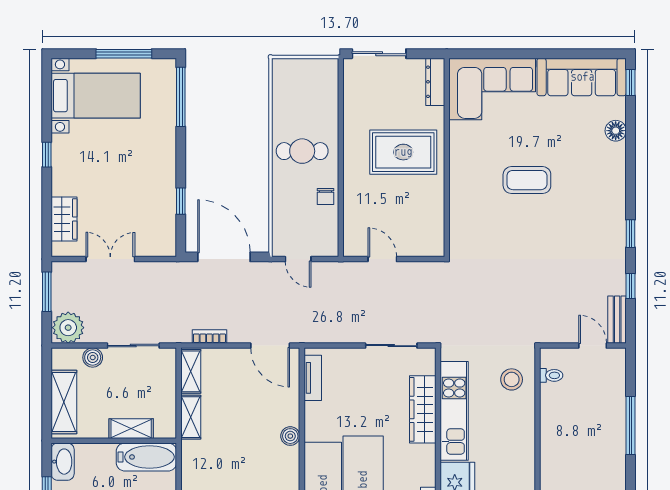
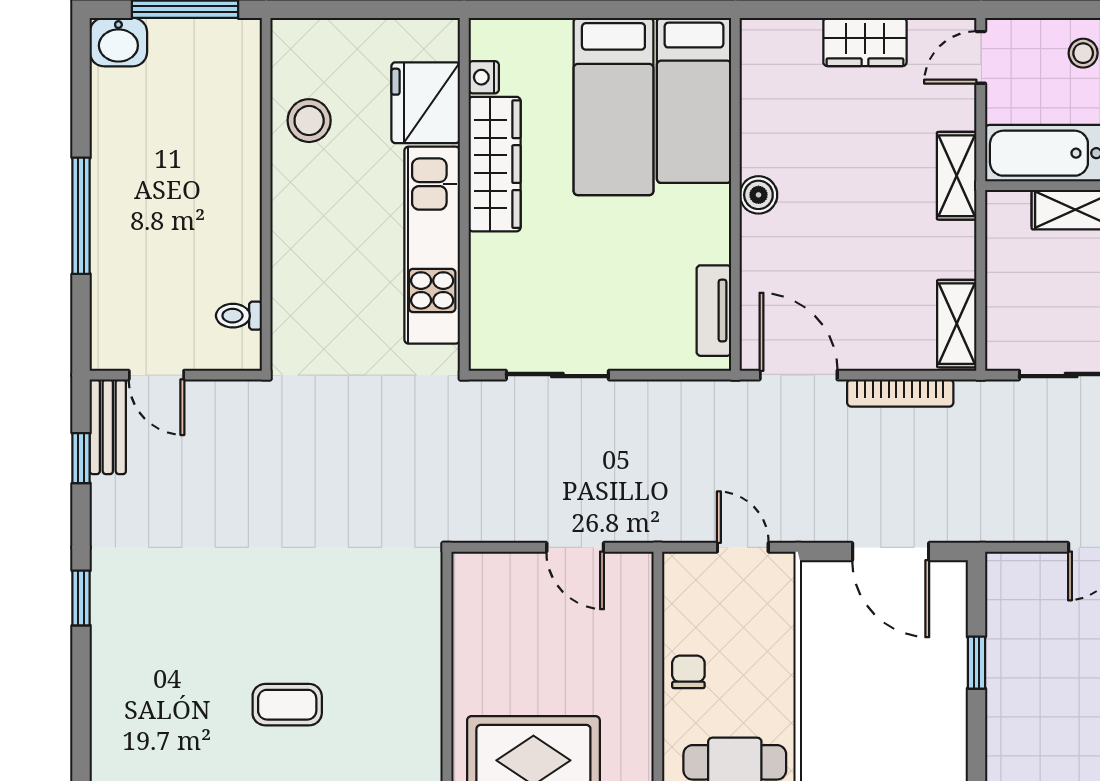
coffee table: (527, 180) -> (287, 705), width x0.73, depth x0.77
door: (224, 257) -> (891, 552), width x0.73
window: (630, 286) -> (81, 458), moved
bookcase: (209, 337) -> (900, 393), width x1.56
stool: (512, 379) -> (309, 121), moved
wardrobe: (423, 409) -> (495, 164), moved
shelving: (191, 417) -> (957, 176), moved

